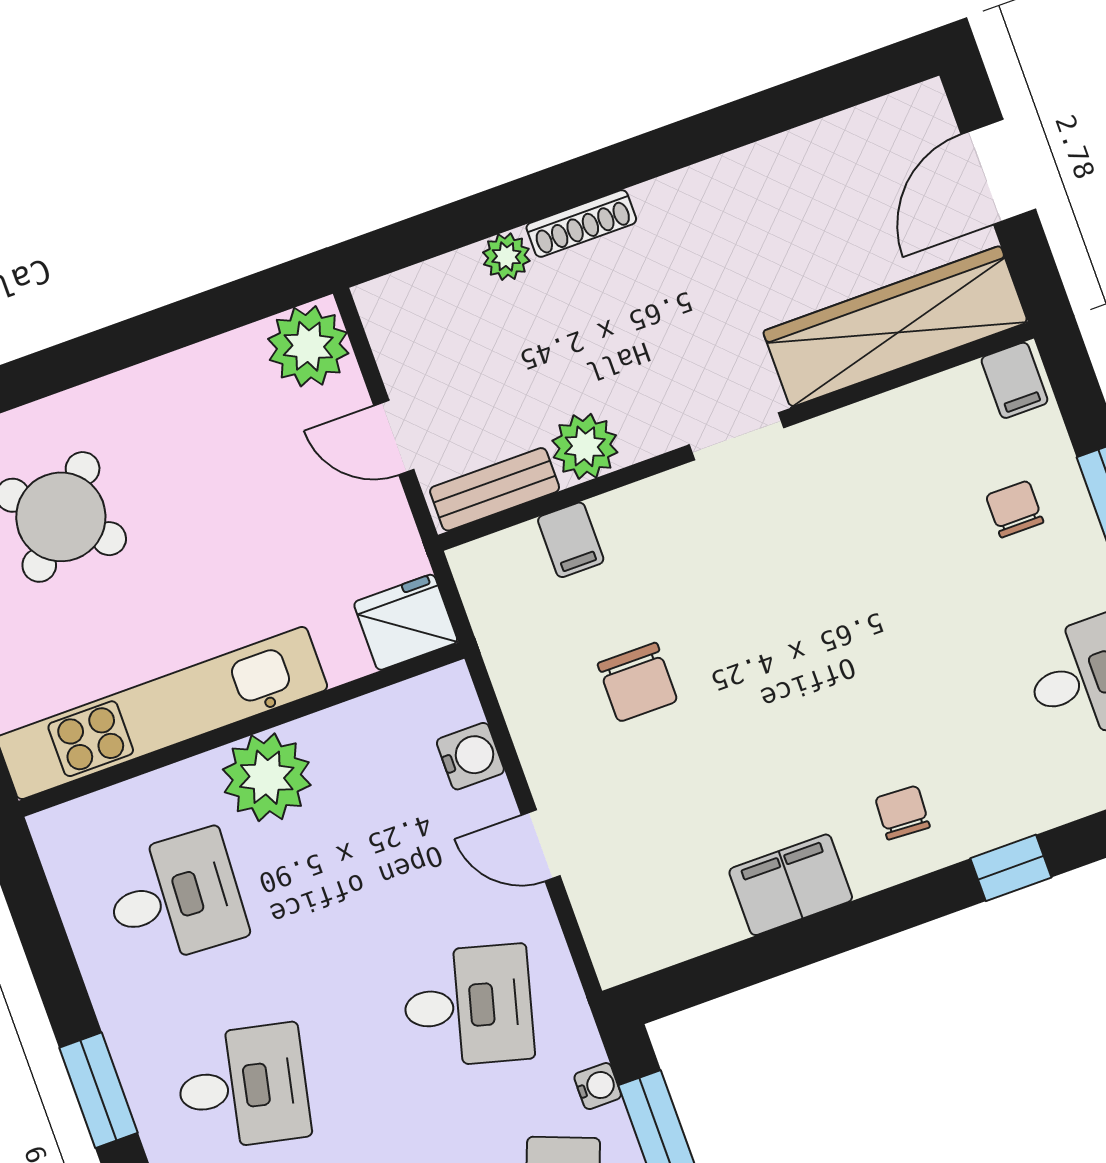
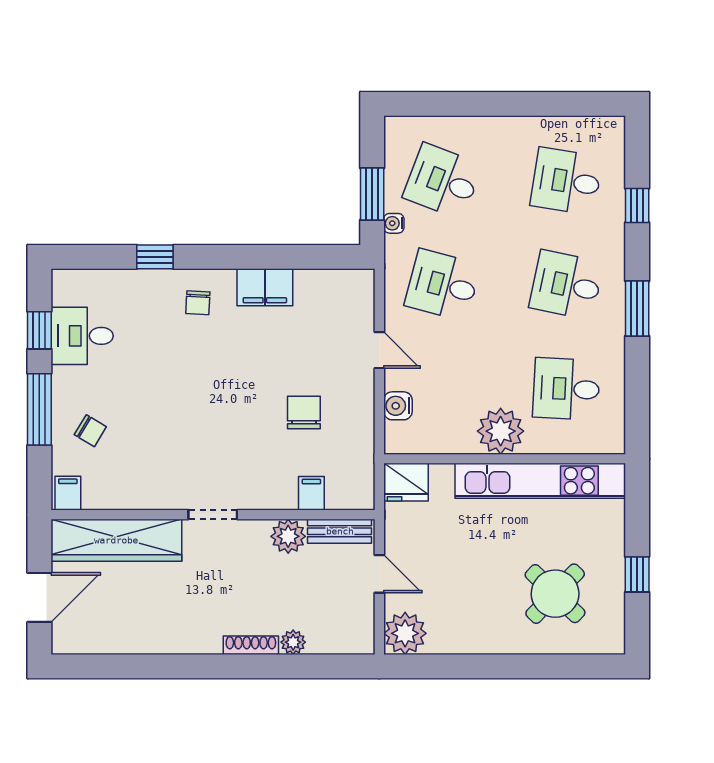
chair: (1015, 509) -> (90, 431), turned -59

